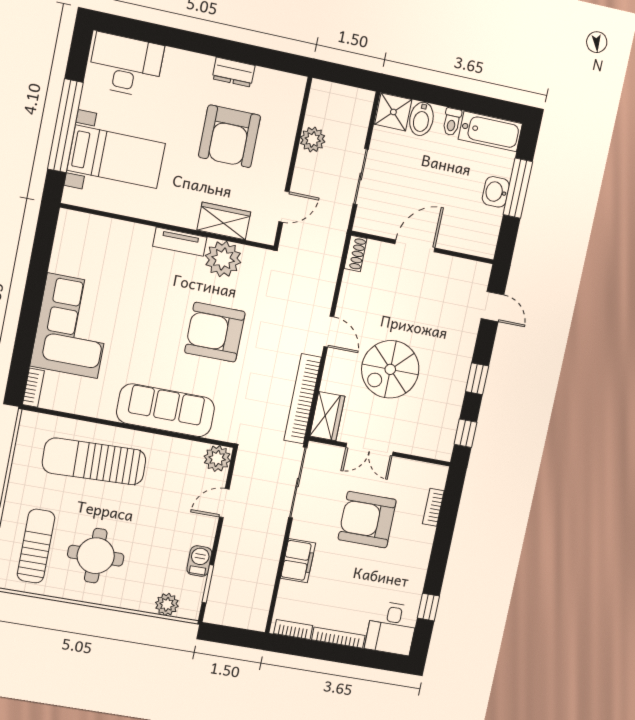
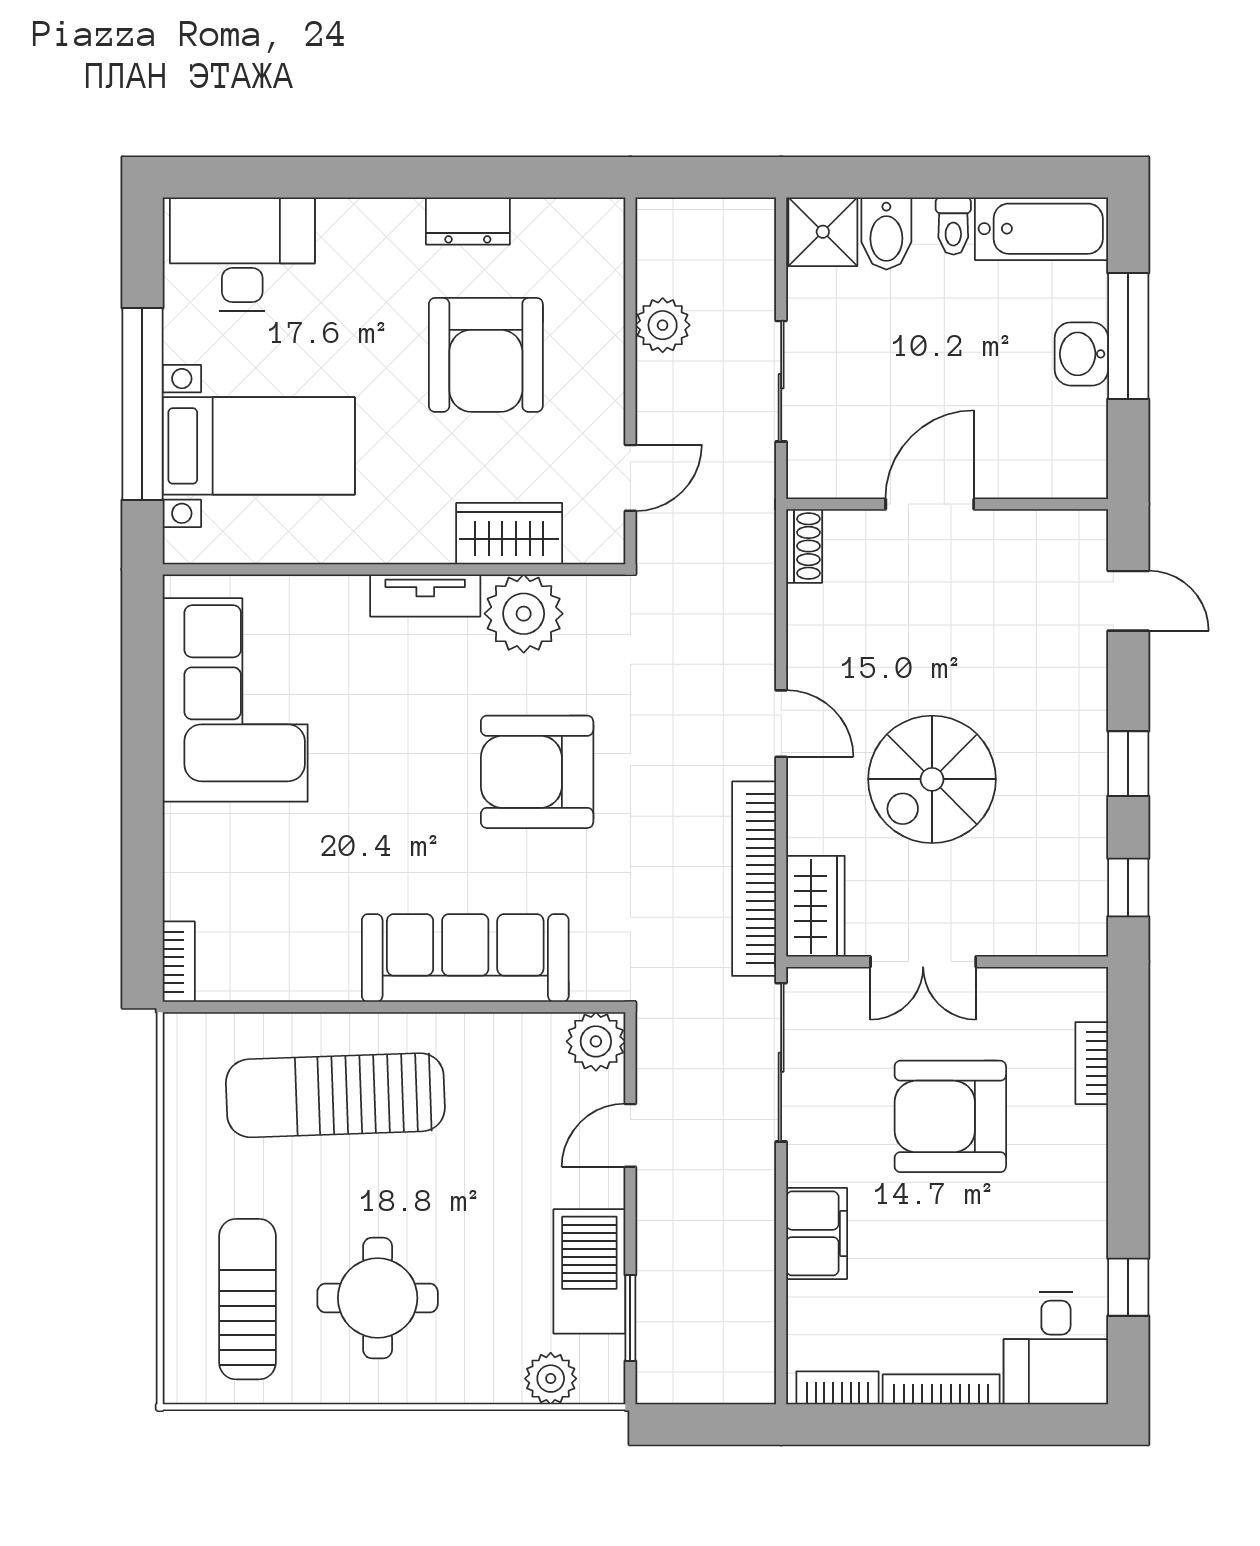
corner sofa: (72, 326) -> (235, 700), moved
barbecue: (199, 561) -> (589, 1271), width x1.88, depth x1.53

